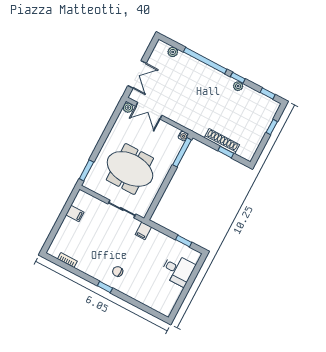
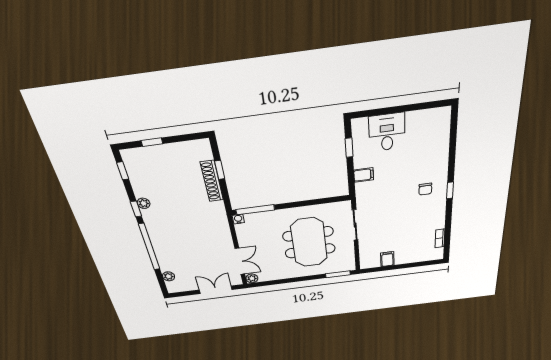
filing cabinet: (143, 231) -> (364, 175), moved

